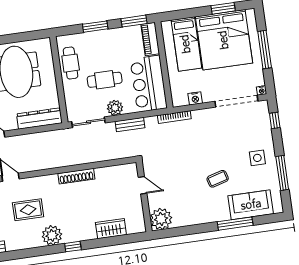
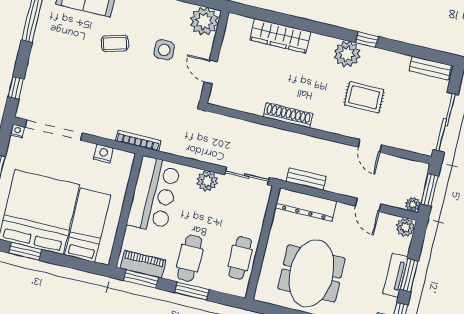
piano: (150, 39) -> (143, 264), moved, turned -90
cafe table: (105, 80) -> (190, 258), moved, turned 90
bench: (130, 125) -> (306, 179), moved
side table: (257, 158) -> (164, 50), moved
wardrobe: (111, 229) -> (280, 36), width x1.50
window: (73, 247) -> (367, 40), moved

